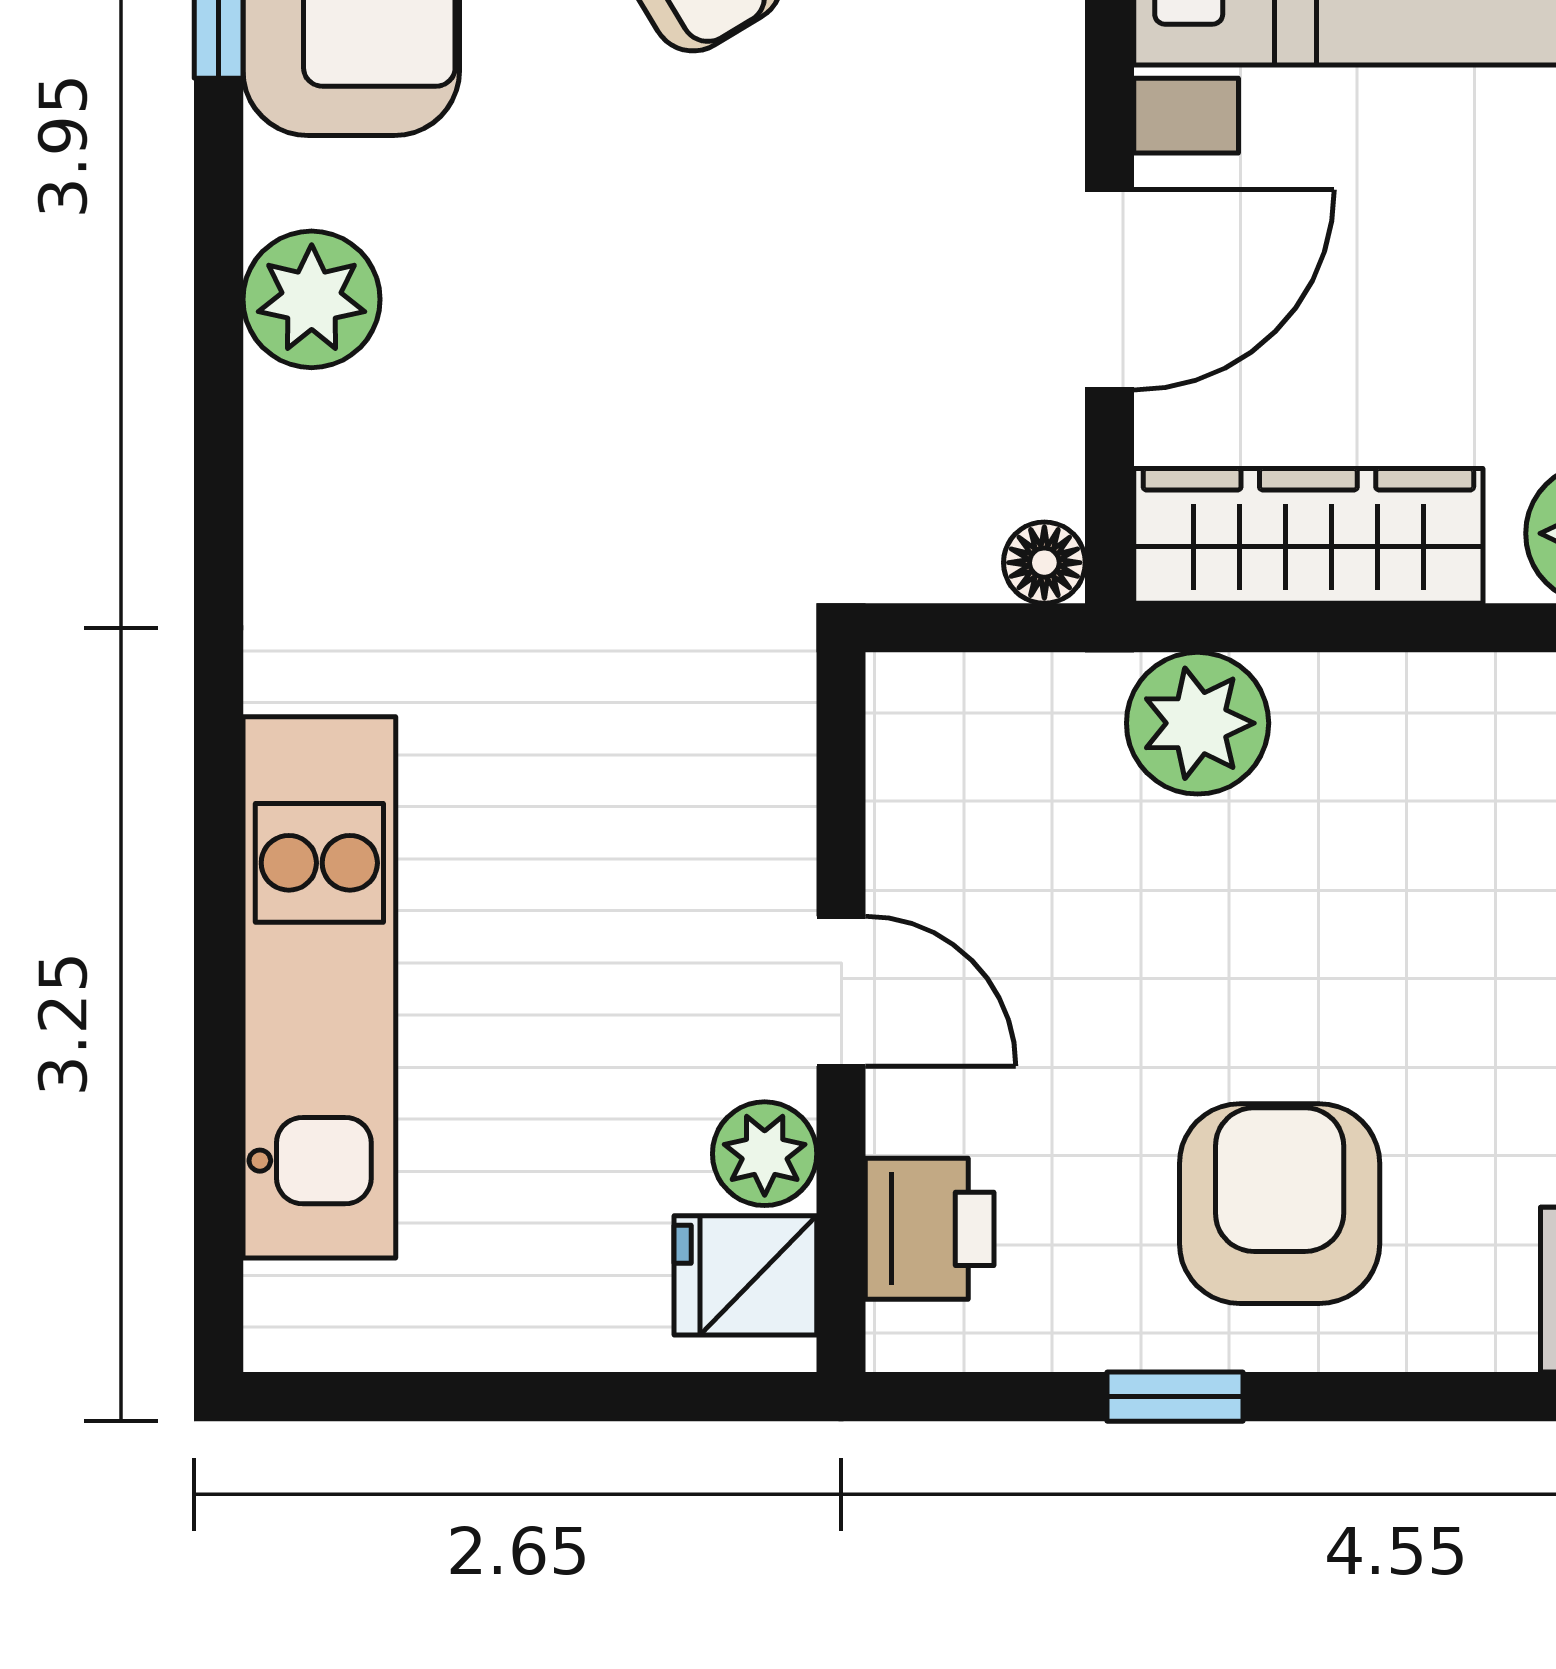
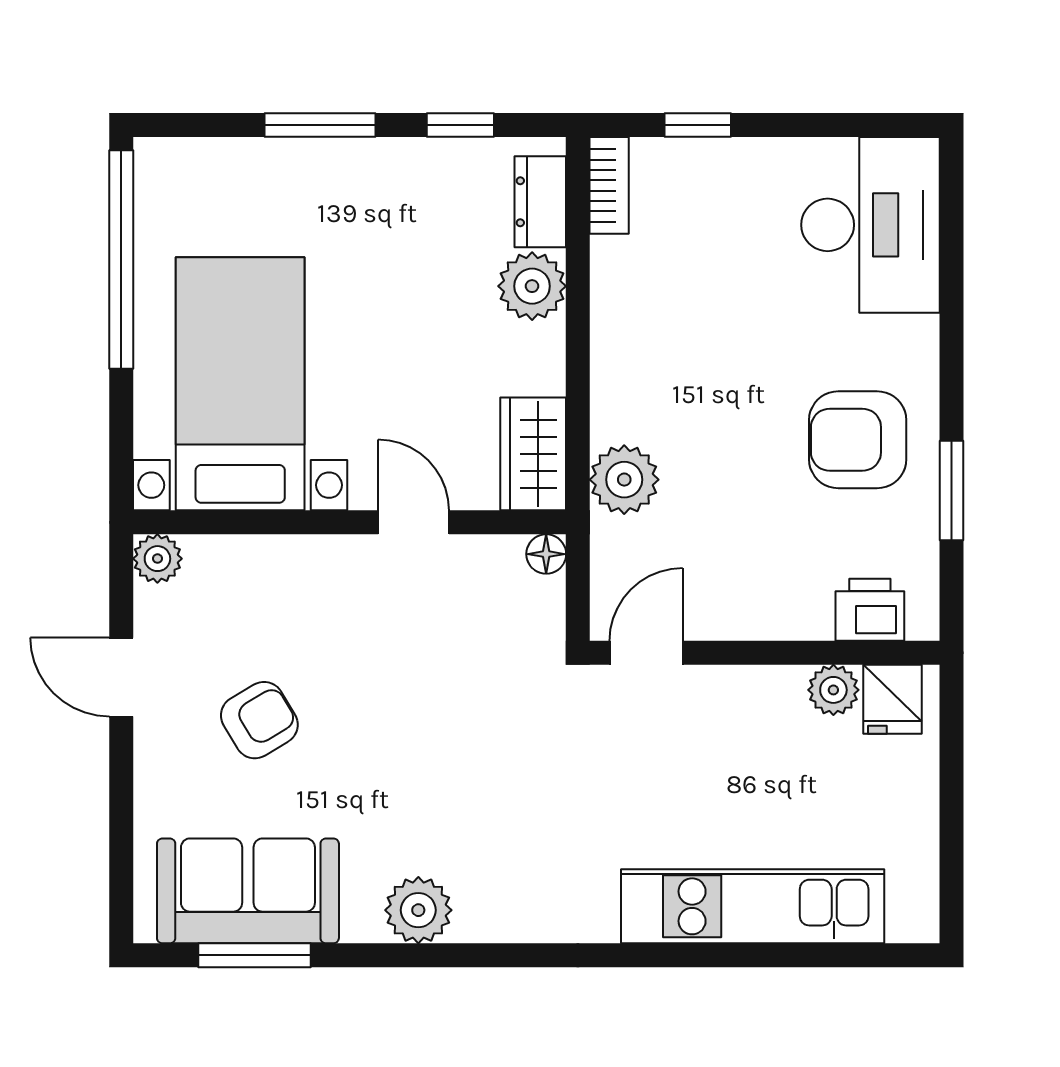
door: (1110, 290) -> (414, 522), width x0.73
wardrobe: (1308, 536) -> (533, 454), width x0.67
door: (841, 991) -> (646, 653), moved
window: (1175, 1397) -> (951, 491), width x1.50

